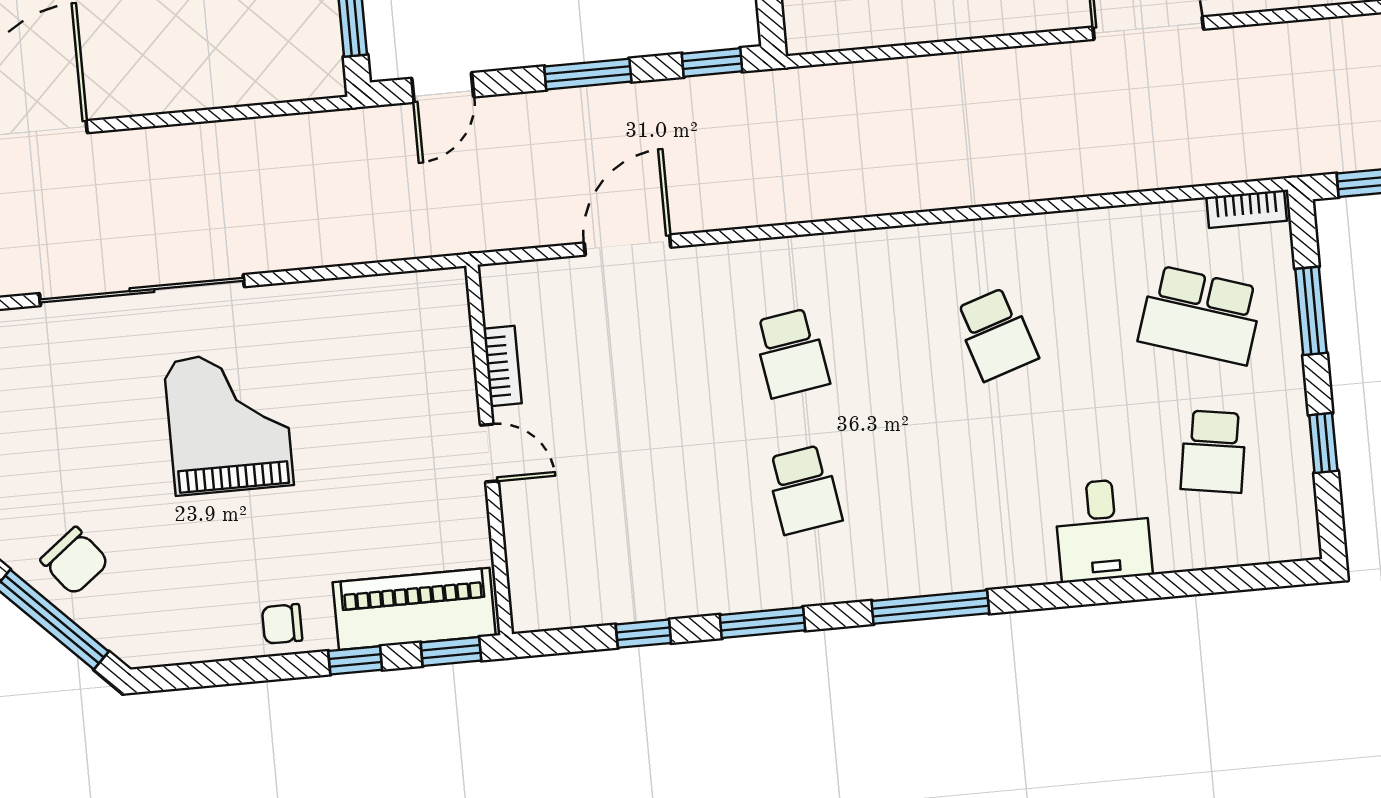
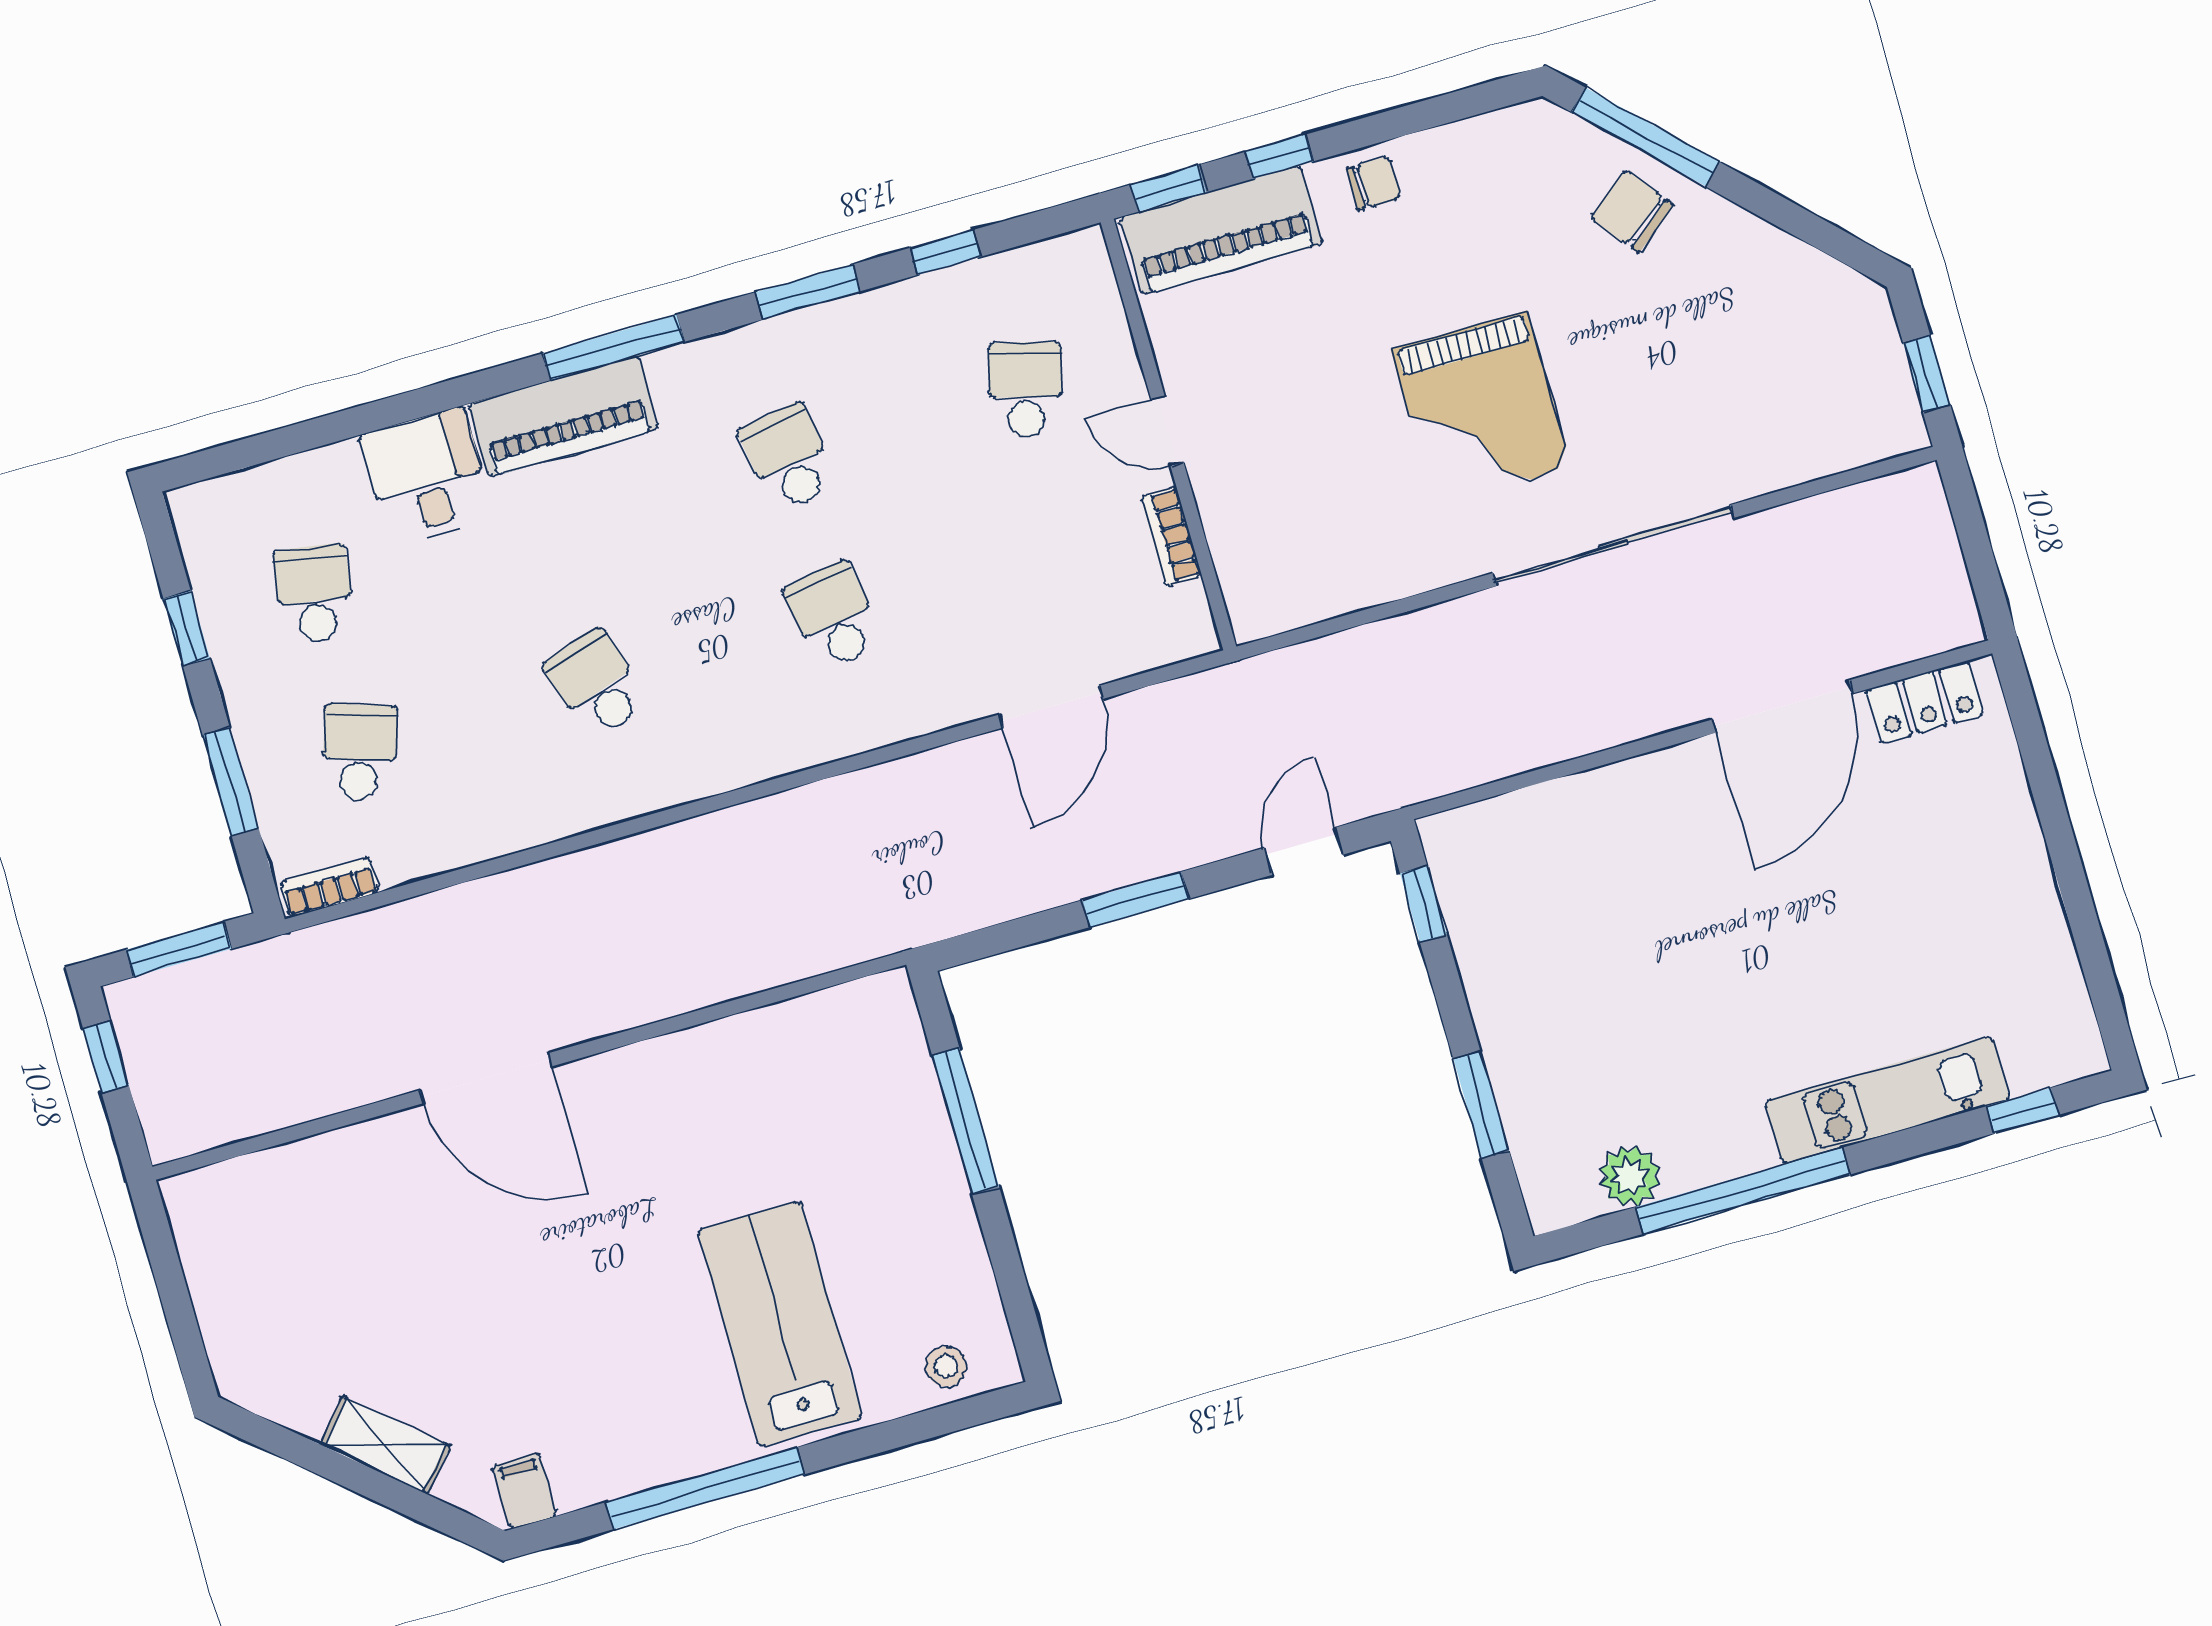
window: (712, 63) -> (992, 941), removed
school desk: (1201, 315) -> (360, 752), width x0.54
school desk: (599, 509) -> (1026, 390), added
piano: (982, 558) -> (563, 417), added

